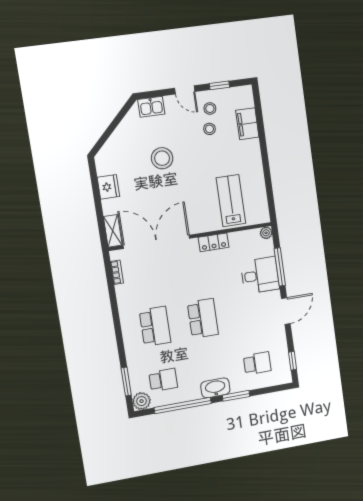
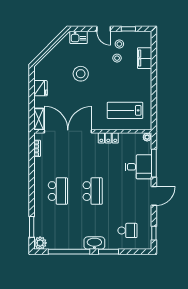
lab bench: (231, 201) -> (125, 110), turned -90
school desk: (163, 380) -> (58, 230), removed

